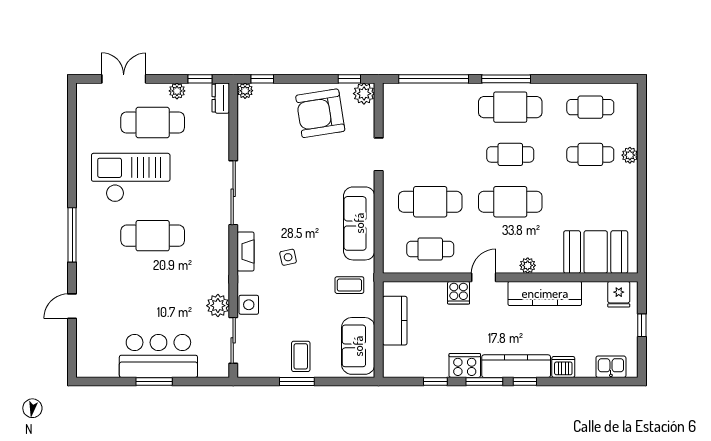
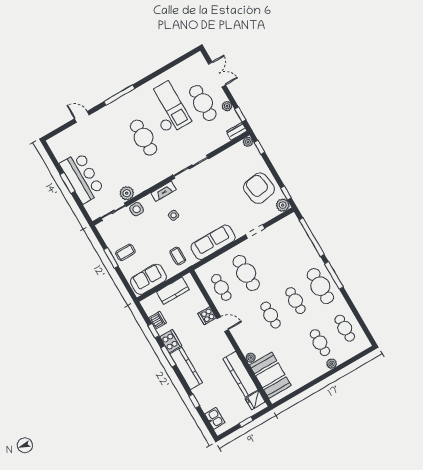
cafe table: (510, 202) -> (271, 315), width x0.73, depth x0.74
plant: (528, 265) -> (251, 358), moved
kitchen counter: (545, 293) -> (241, 374), moved
dishwasher: (563, 367) -> (158, 320), moved
window: (525, 381) -> (194, 401), moved

